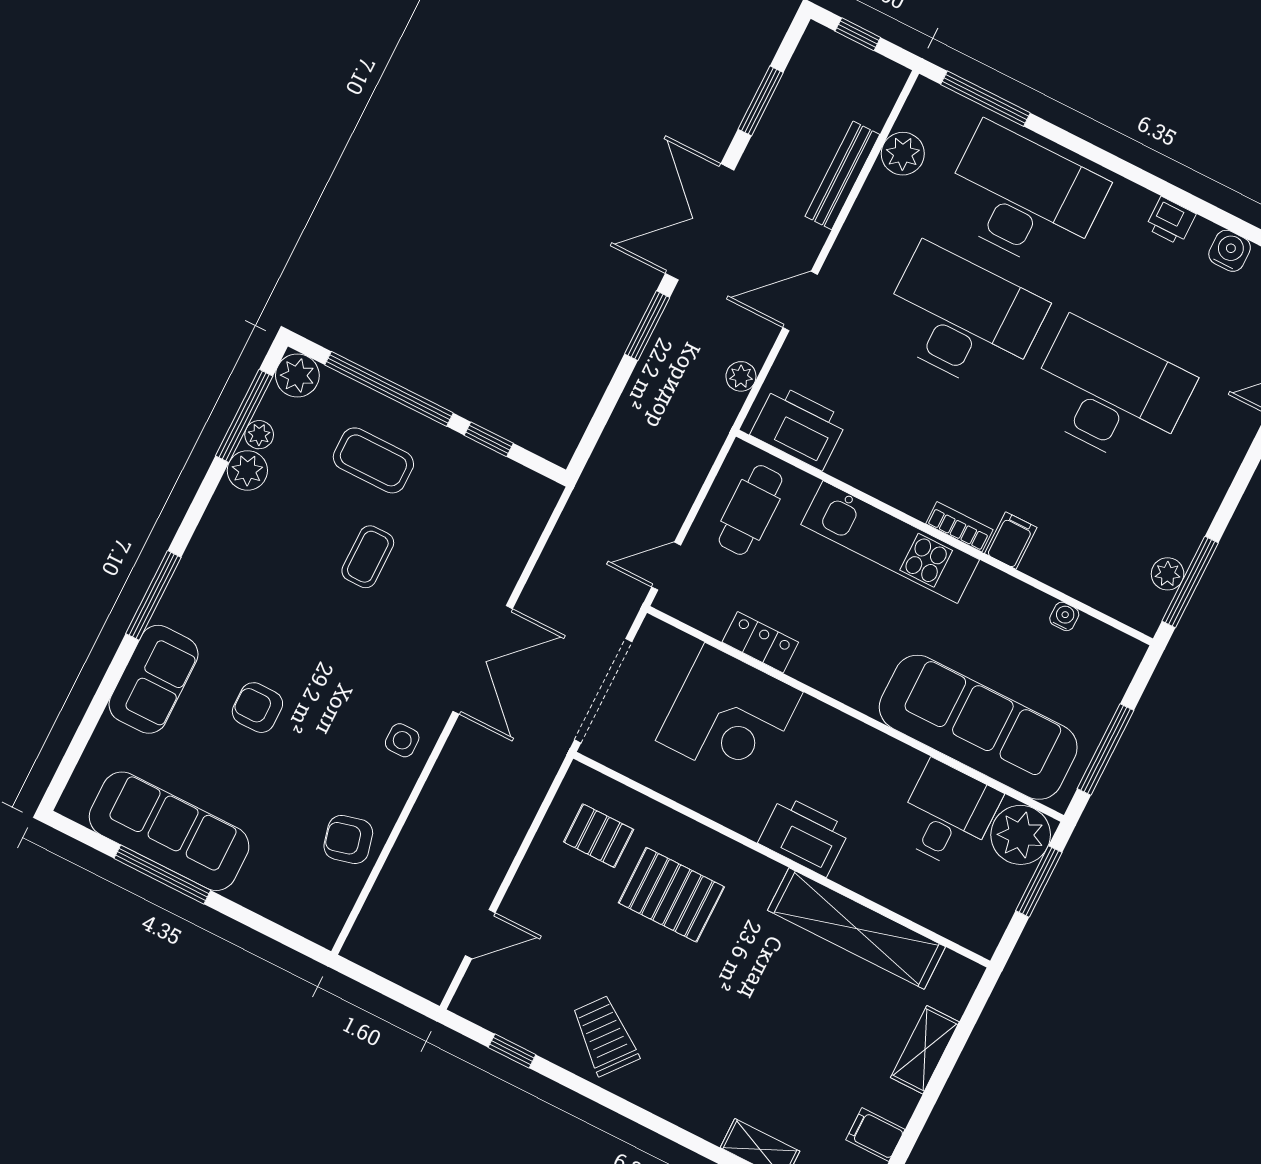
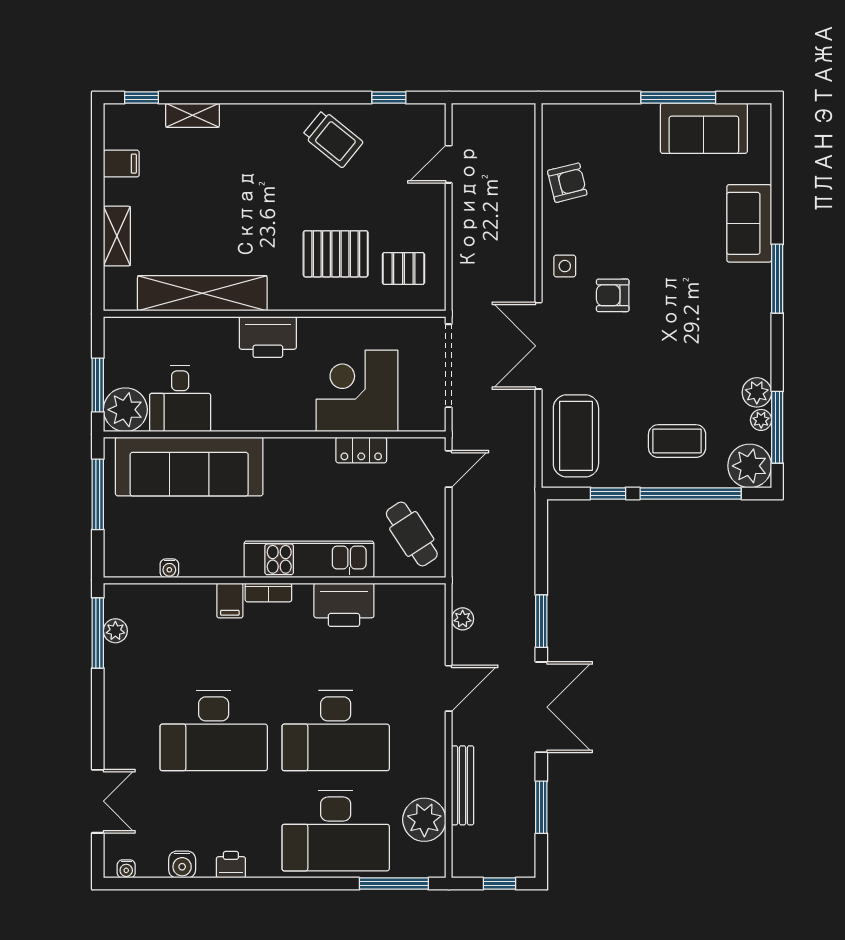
plant: (903, 154) -> (424, 820), width x1.36, depth x1.36
plant: (297, 375) -> (750, 466), width x1.36, depth x1.36
printer: (799, 427) -> (344, 605), moved
cafe table: (750, 510) -> (412, 534), turned -33
coffee table: (368, 557) -> (576, 436), moved, width x1.86, depth x1.72
armchair: (257, 708) -> (613, 295), moved, turned 180
sofa: (169, 831) -> (704, 128), width x0.73

